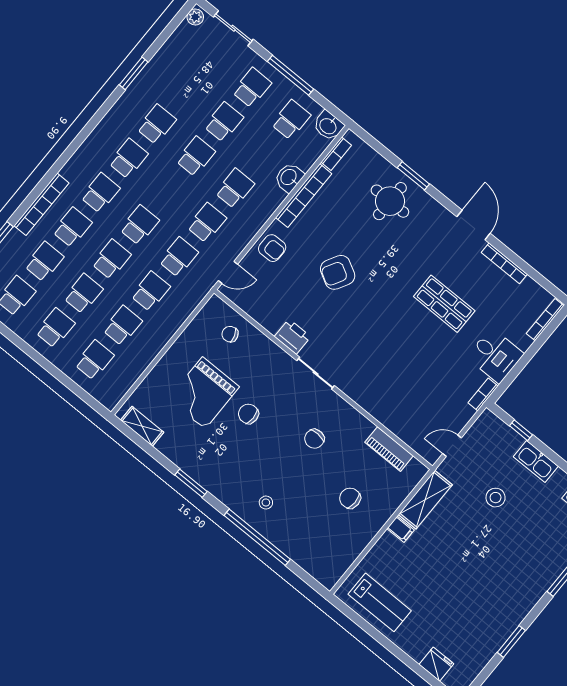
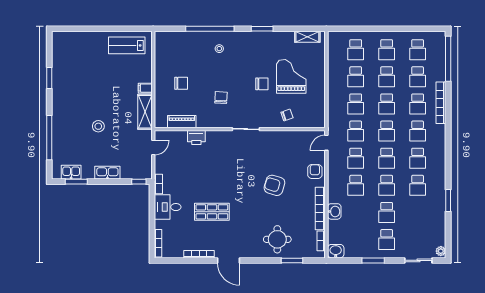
window: (291, 75) -> (373, 260), width x0.69
school desk: (291, 120) -> (387, 158), moved
window: (413, 176) -> (292, 260), moved
armchair: (272, 248) -> (315, 171), turned 90
armchair: (338, 272) -> (274, 185), turned -102
chair: (230, 334) -> (287, 115), moved
printer: (293, 337) -> (196, 137), moved
window: (521, 430) -> (139, 182), moved
stool: (496, 498) -> (98, 126), moved
fridge: (436, 664) -> (76, 38), removed

